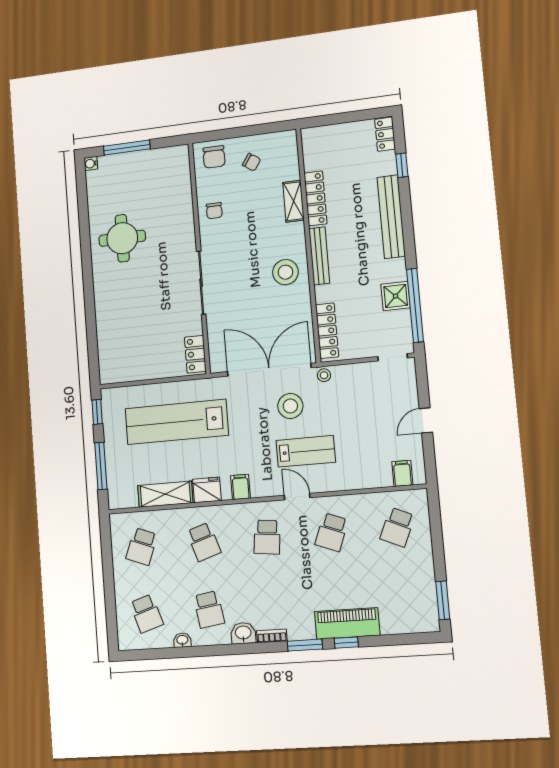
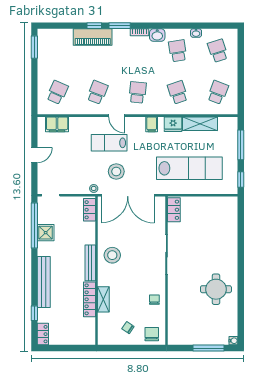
locker: (327, 331) -> (89, 210), width x0.66
filing cabinet: (402, 473) -> (57, 124), width x2.00

